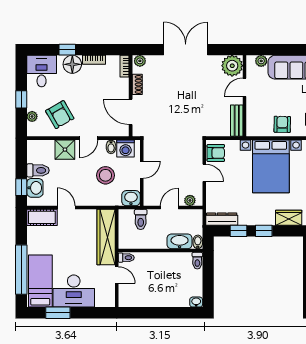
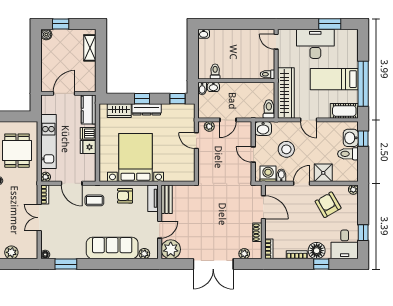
plant: (140, 61) -> (244, 254), moved
window: (21, 99) -> (363, 233), moved
plant: (32, 116) -> (353, 190), moved
tv unit: (252, 122) -> (153, 198), added
armchair: (282, 124) -> (125, 196), turned 89
armchair: (216, 153) -> (186, 170), removed
door: (142, 170) -> (253, 155), hinge flipped
door: (204, 173) -> (196, 141), moved
door: (66, 208) -> (309, 120), moved
toilet: (141, 219) -> (269, 109), moved
dresser: (222, 219) -> (147, 109), moved
window: (239, 231) -> (177, 99), moved
washbasin: (180, 241) -> (213, 87), width x0.52, depth x0.69
toilet: (197, 261) -> (215, 71), moved
window: (21, 270) -> (363, 84), moved
door: (117, 275) -> (276, 42), moved
bed: (40, 281) -> (334, 79), moved, turned 90

